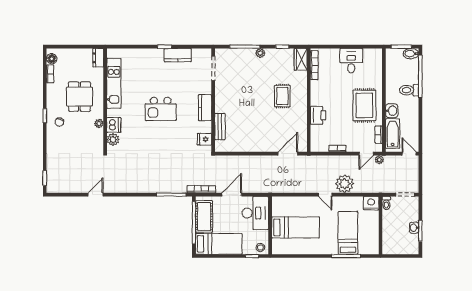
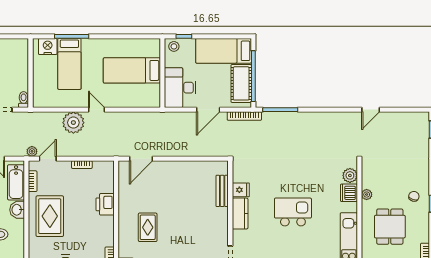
fridge: (204, 139) -> (241, 190), moved
nightstand: (371, 203) -> (48, 47), moved, turned 180

